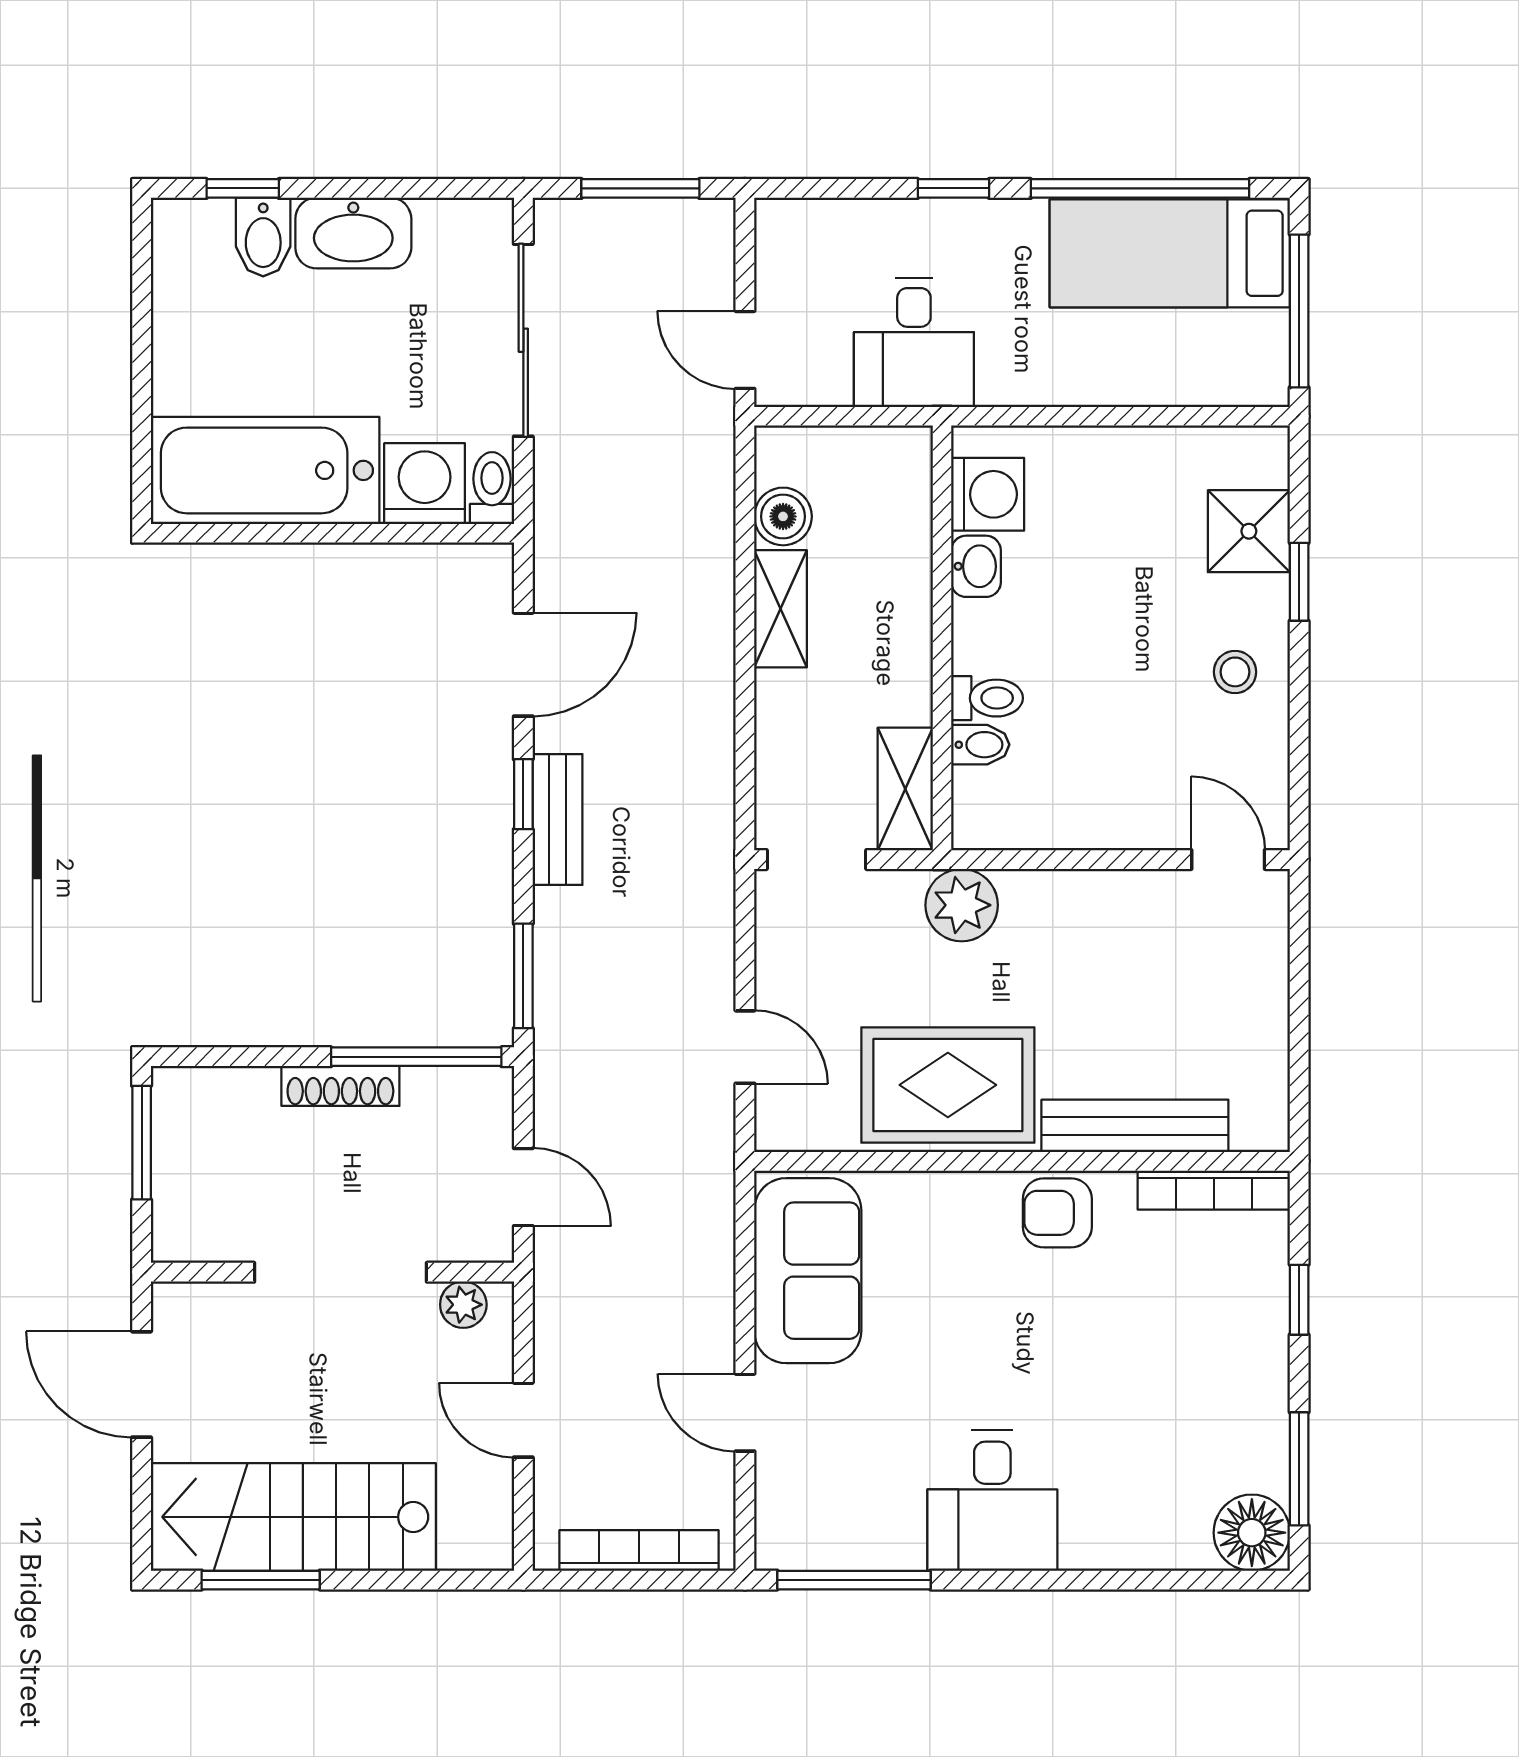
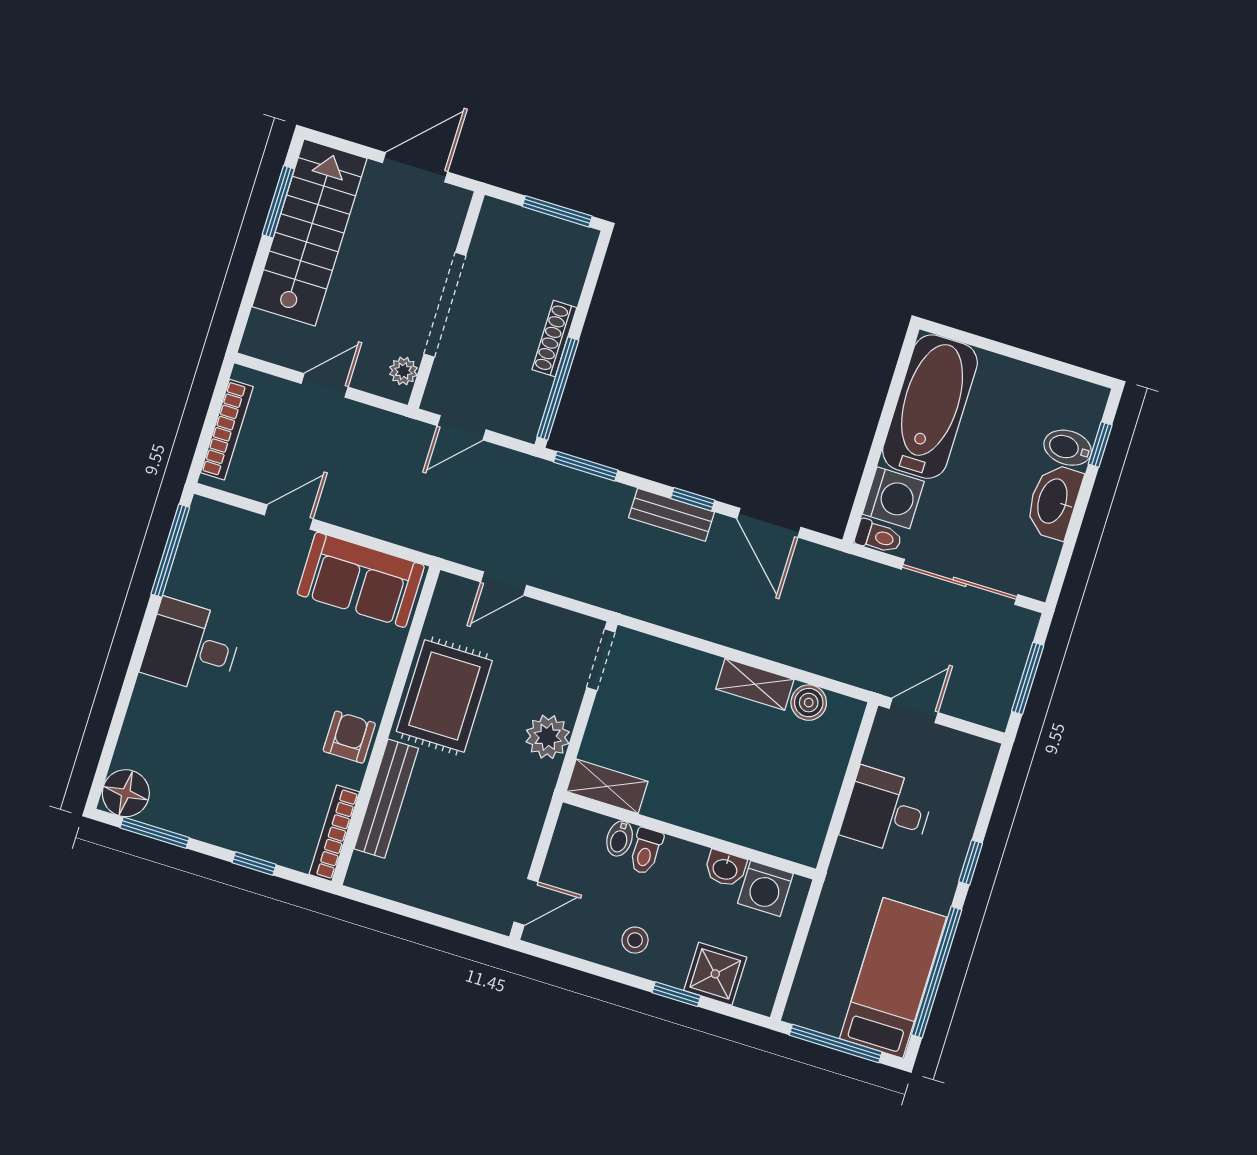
washing machine: (988, 494) -> (765, 888), moved
washbasin: (976, 566) -> (725, 869), moved
wall: (942, 638) -> (689, 835), moved
toilet: (987, 698) -> (646, 851), moved
bidet: (980, 745) -> (620, 839), moved
shelving: (905, 789) -> (607, 786), moved

